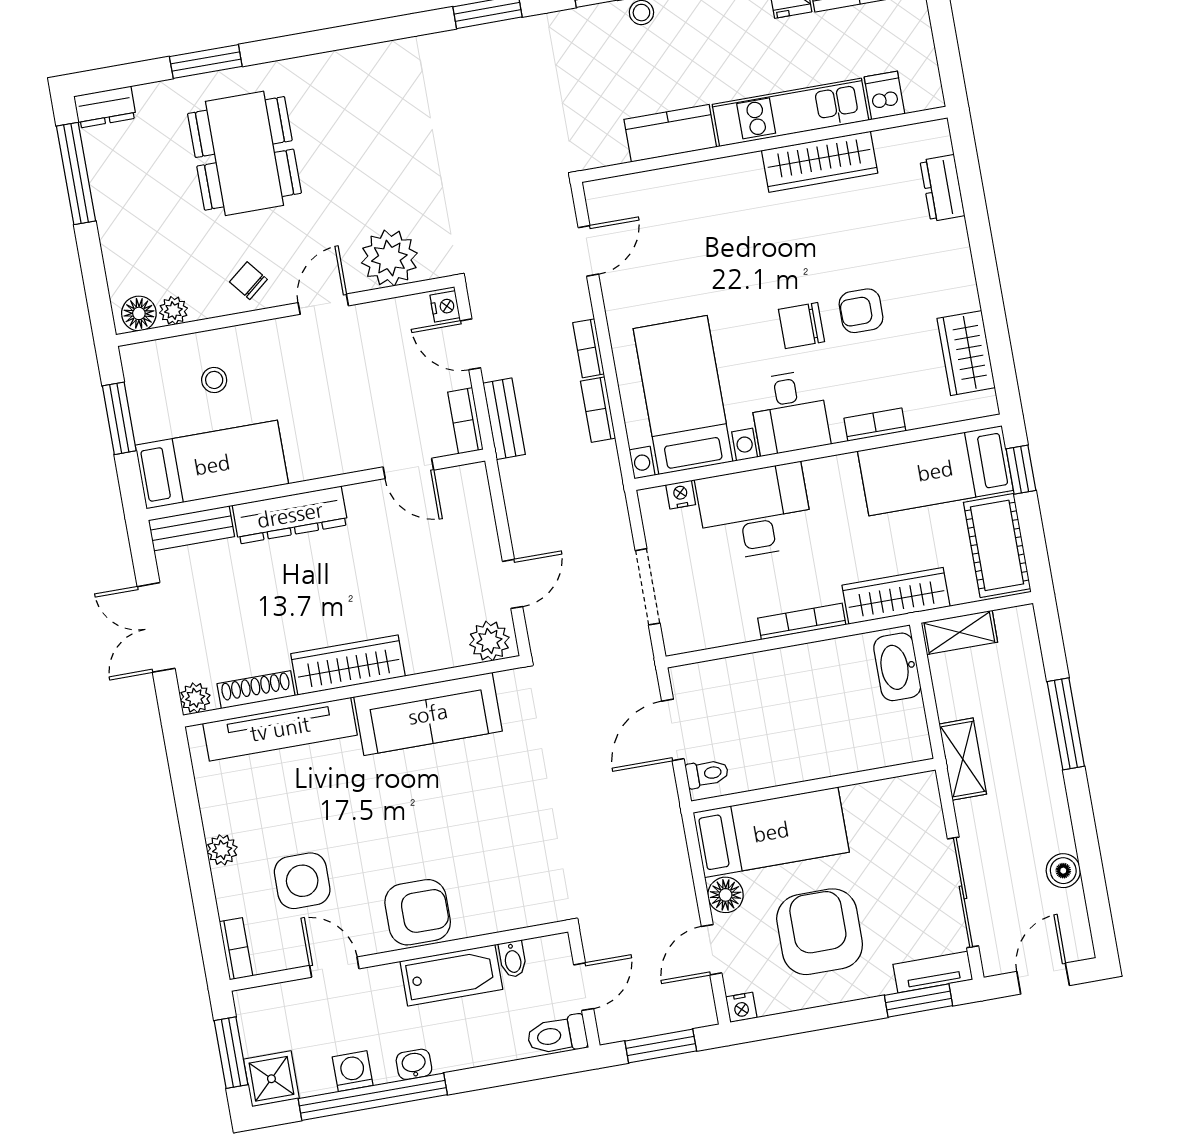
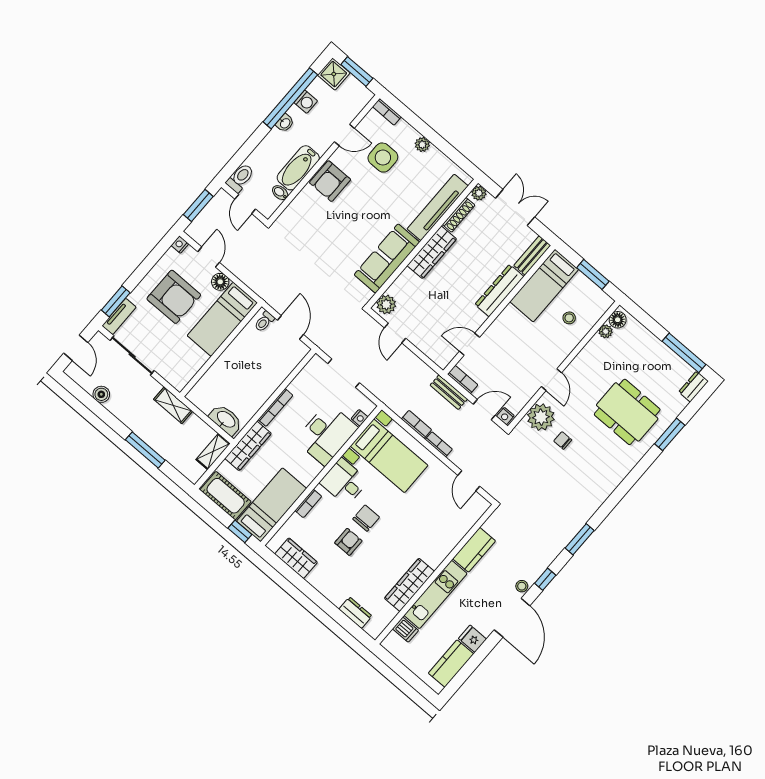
chair: (248, 281) -> (563, 440), moved, turned -141

